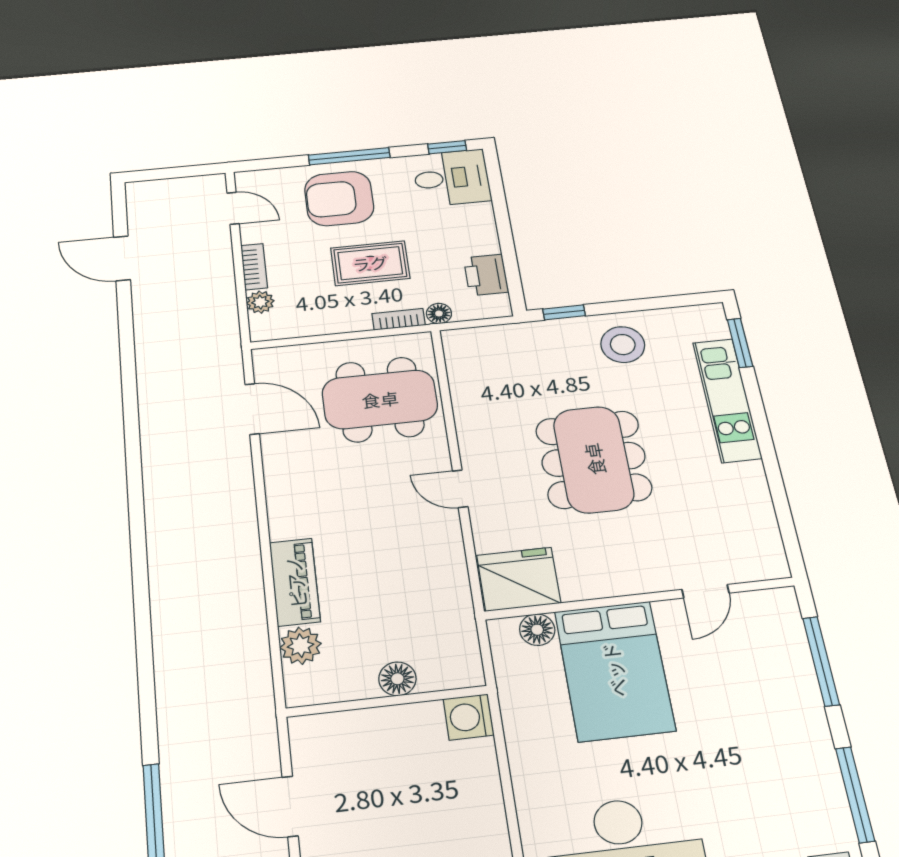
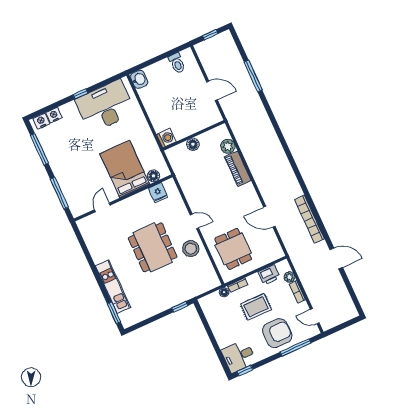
window: (349, 156) -> (296, 347), moved
door: (122, 258) -> (336, 259), moved
printer: (486, 275) -> (269, 275), moved, turned 90
stool: (623, 345) -> (191, 249), moved
dining table: (380, 399) -> (233, 249), width x0.73
door: (252, 409) -> (269, 217), moved
bookcase: (153, 412) -> (310, 219), added
fridge: (519, 579) -> (158, 193), width x0.53, depth x0.75

